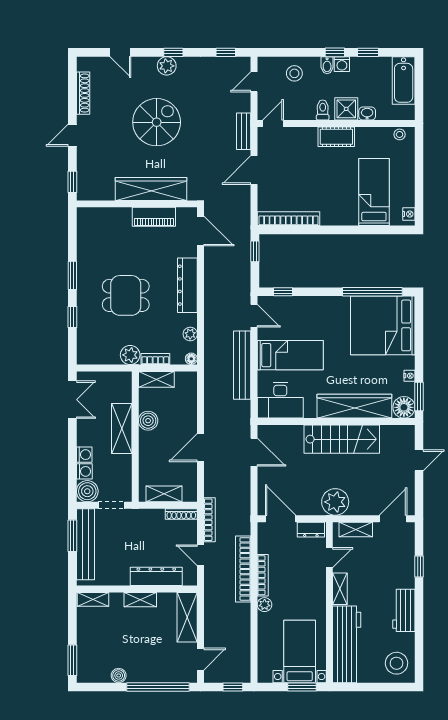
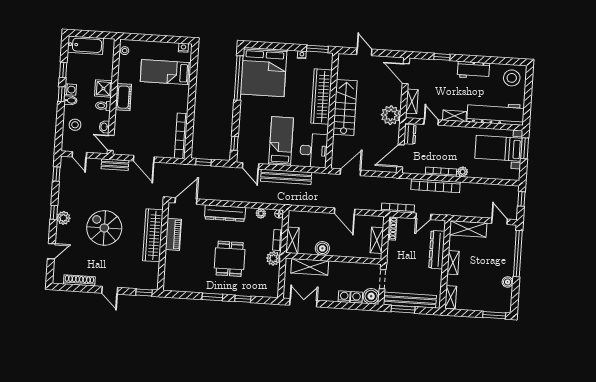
washbasin: (367, 114) -> (104, 127), moved
door: (254, 316) -> (251, 166), swing flipped
floor lamp: (404, 407) -> (325, 60), removed
shelving: (122, 428) -> (310, 267), moved

